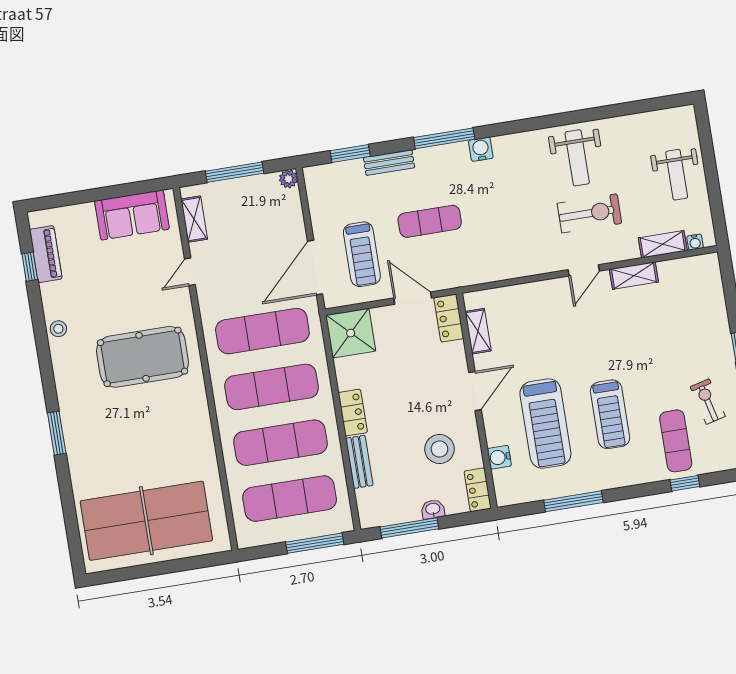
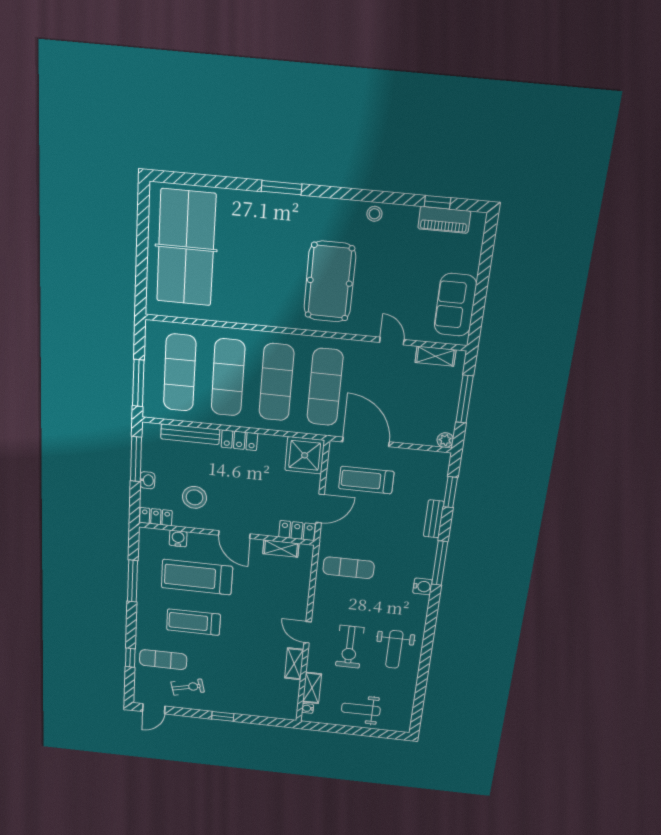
weight bench: (577, 158) -> (394, 649), turned -90
exercise mat: (430, 221) -> (349, 568), moved, turned 90
bench: (359, 462) -> (190, 434), width x1.36

